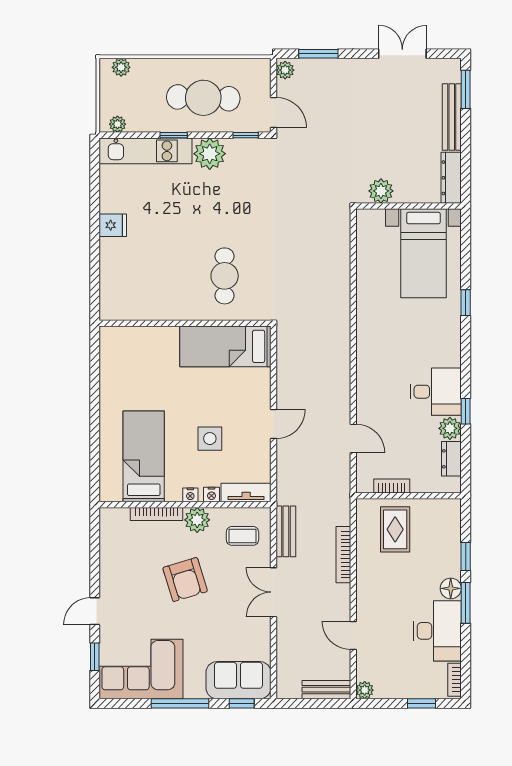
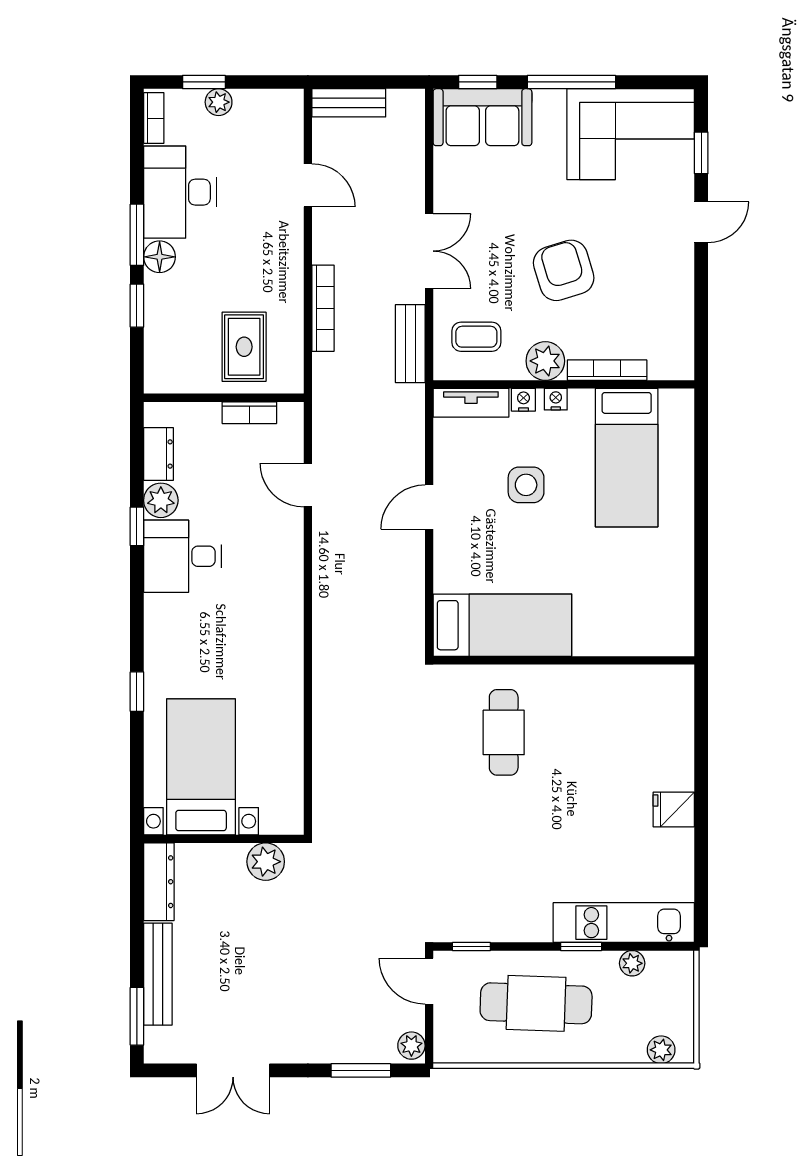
plant: (117, 124) -> (632, 963), moved
plant: (210, 154) -> (526, 918), removed
plant: (365, 690) -> (219, 102), moved

